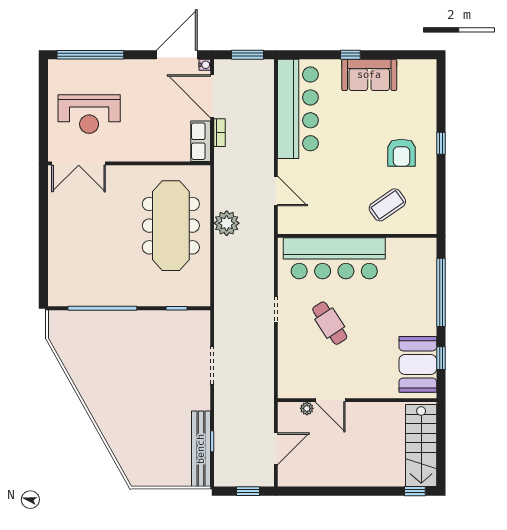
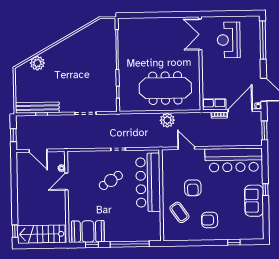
window: (441, 143) -> (234, 242), moved
armchair: (345, 181) -> (193, 188), added
door: (276, 191) -> (186, 148), swing flipped
plant: (124, 447) -> (37, 63), added

